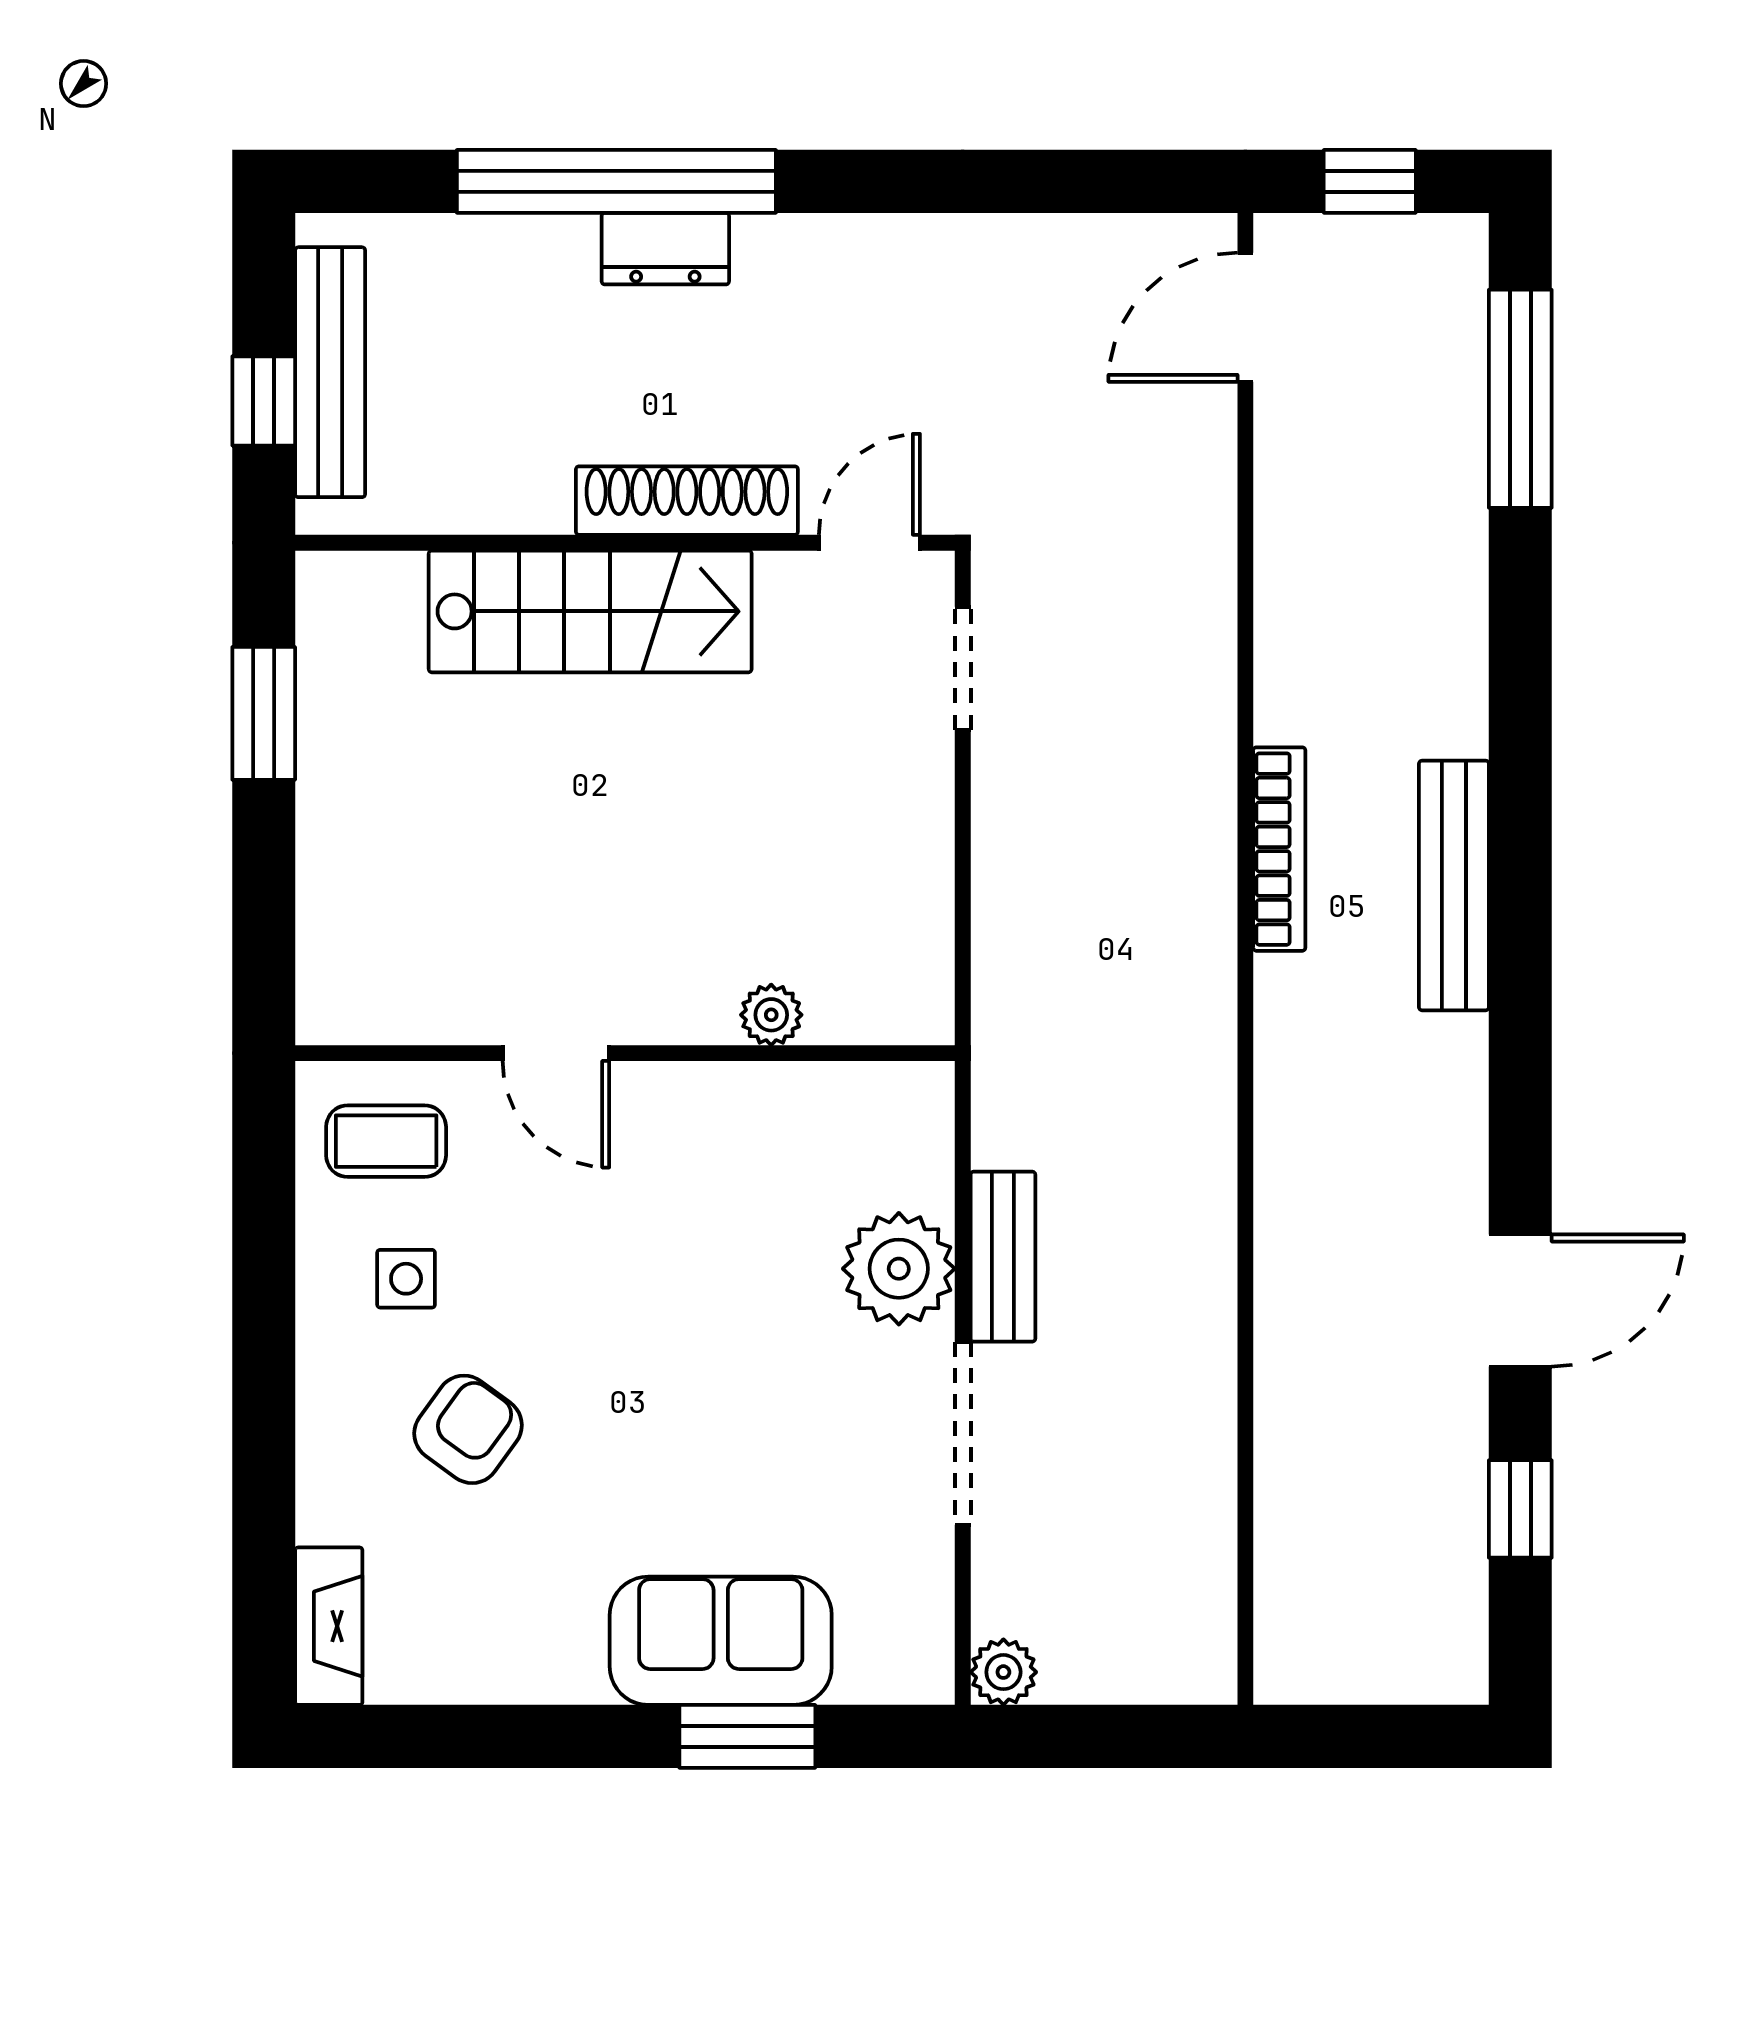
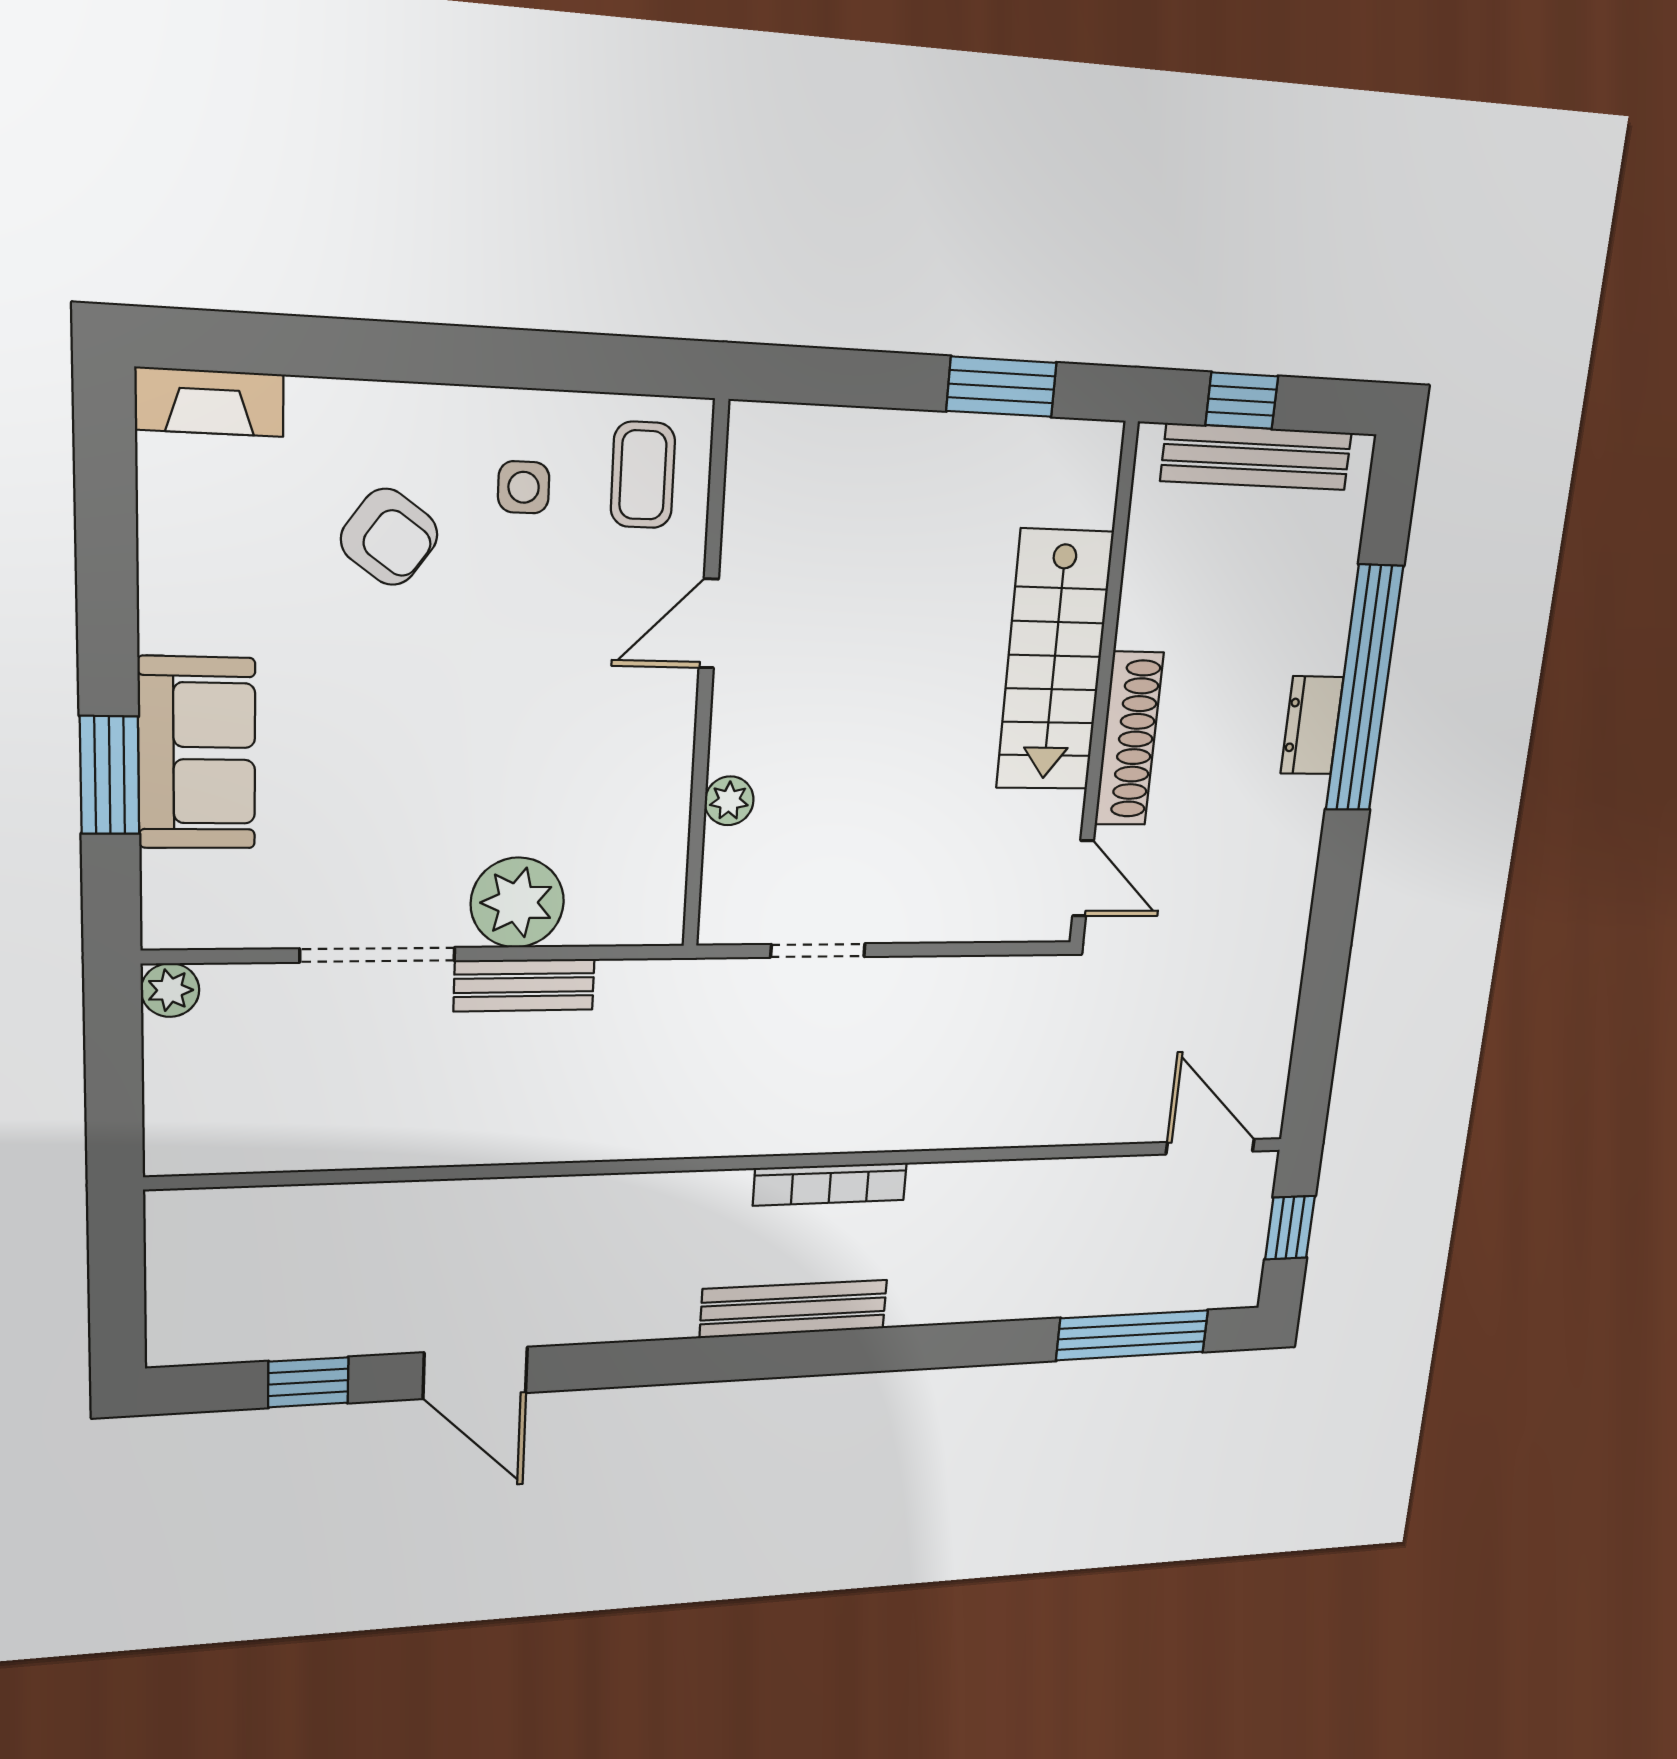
doorway: (963, 668) -> (818, 951), moved

